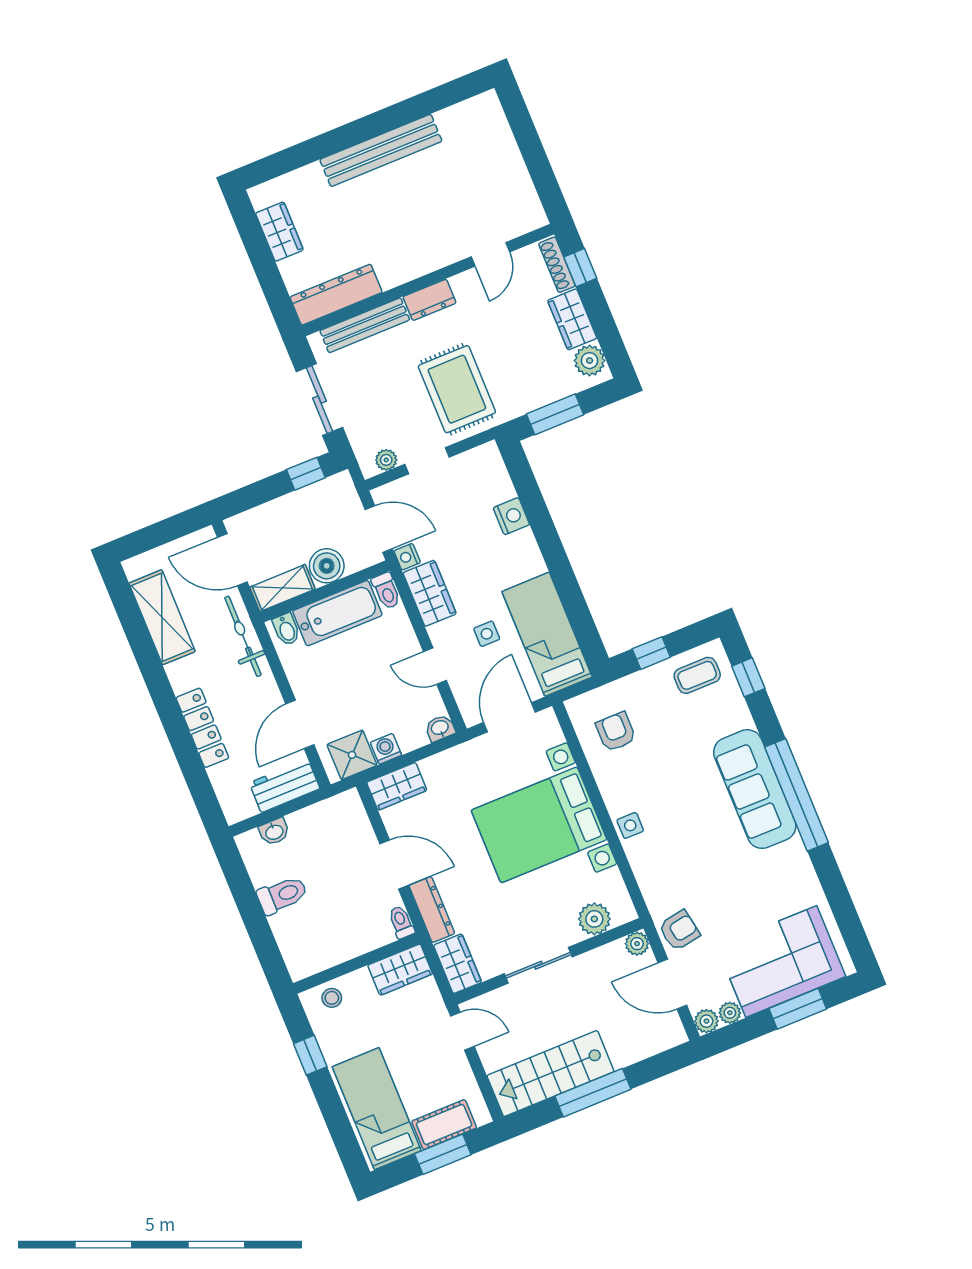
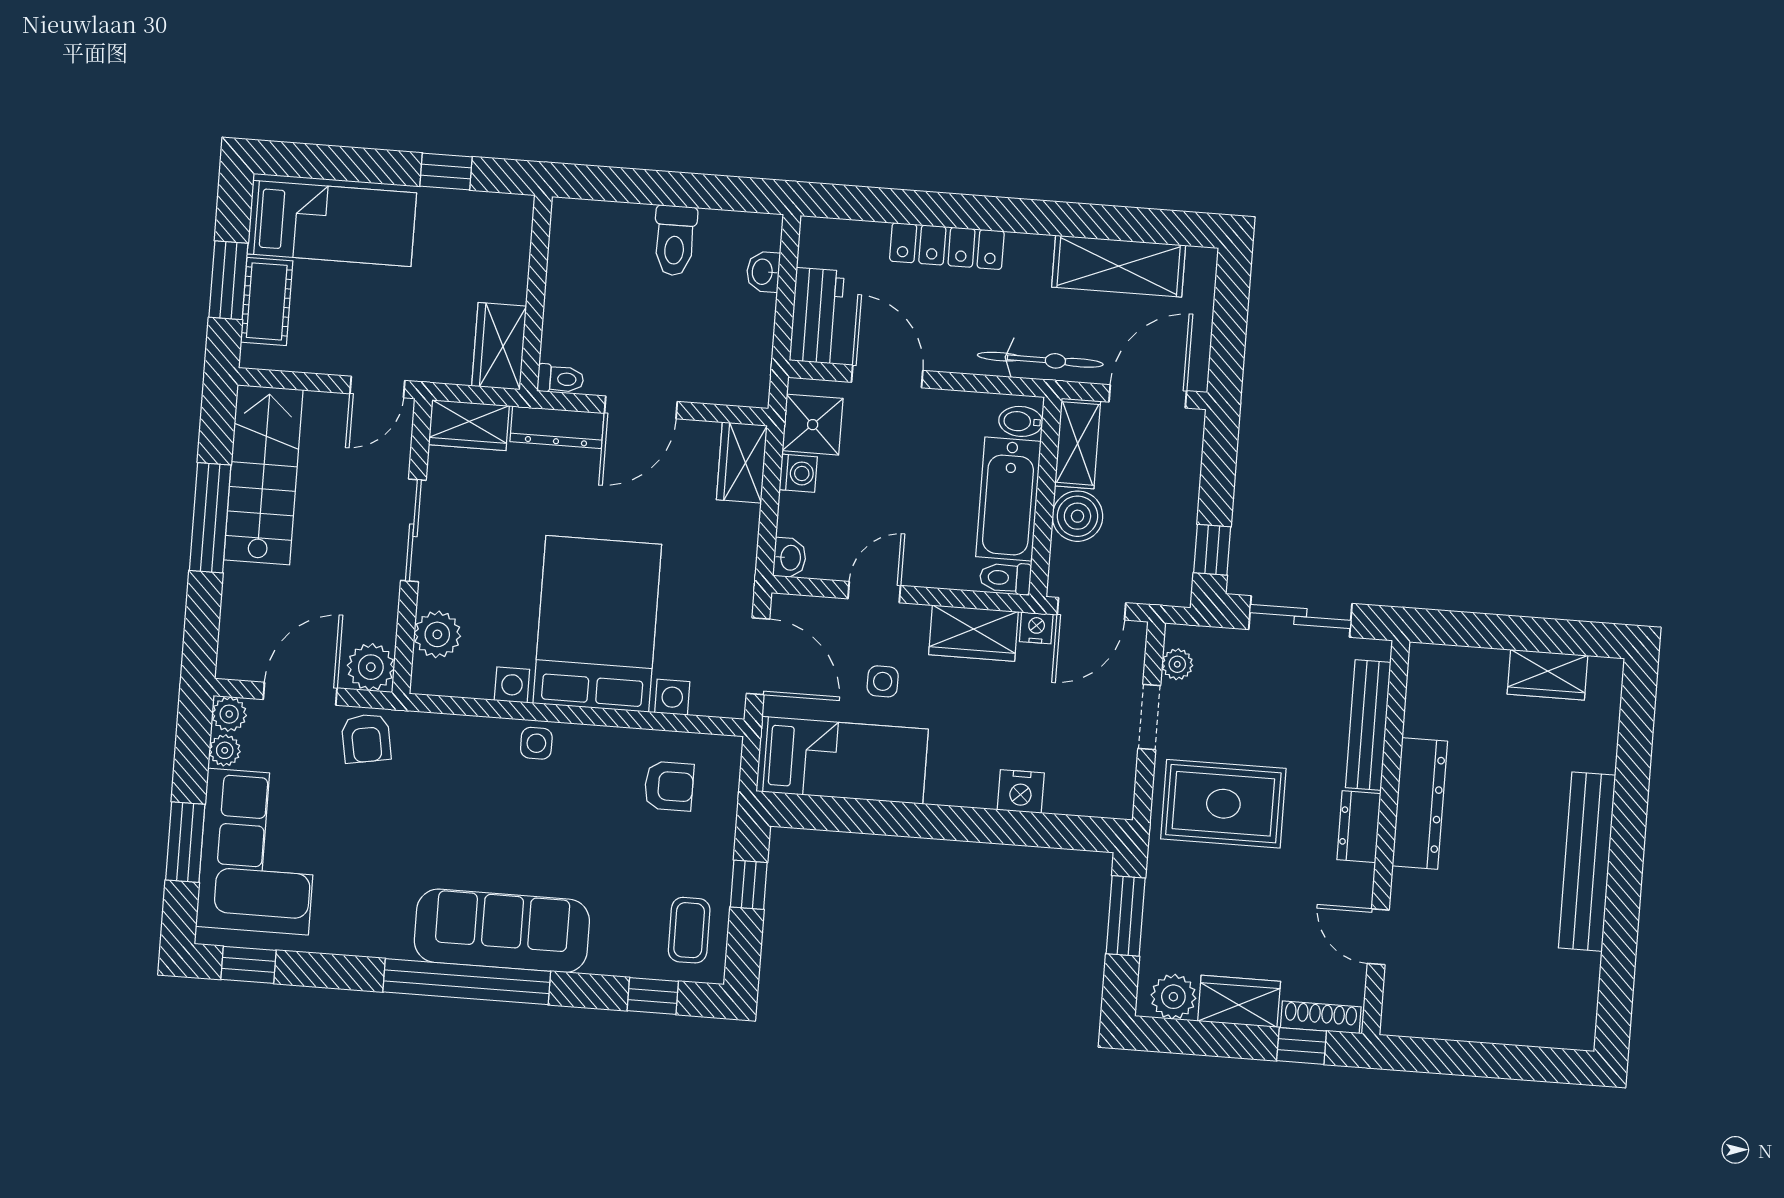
dresser: (336, 295) -> (1420, 803), moved
window: (853, 933) -> (249, 965), added
plant: (637, 944) -> (371, 667), width x1.38, depth x1.38
stool: (332, 998) -> (507, 238), removed

